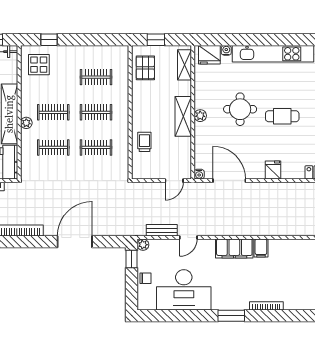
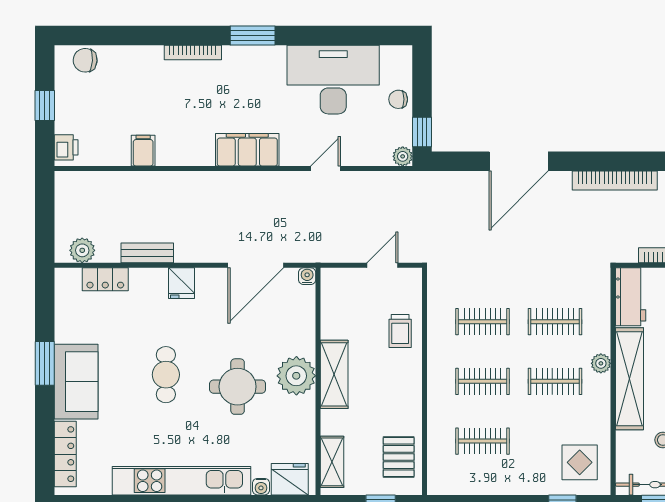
plant: (200, 116) -> (296, 376), width x1.88, depth x1.88
cafe table: (282, 116) -> (166, 375), turned 90
door: (174, 181) -> (382, 265), moved
door: (229, 181) -> (256, 265), hinge flipped
bench: (162, 230) -> (147, 253), moved
filing cabinet: (261, 248) -> (143, 151), moved

